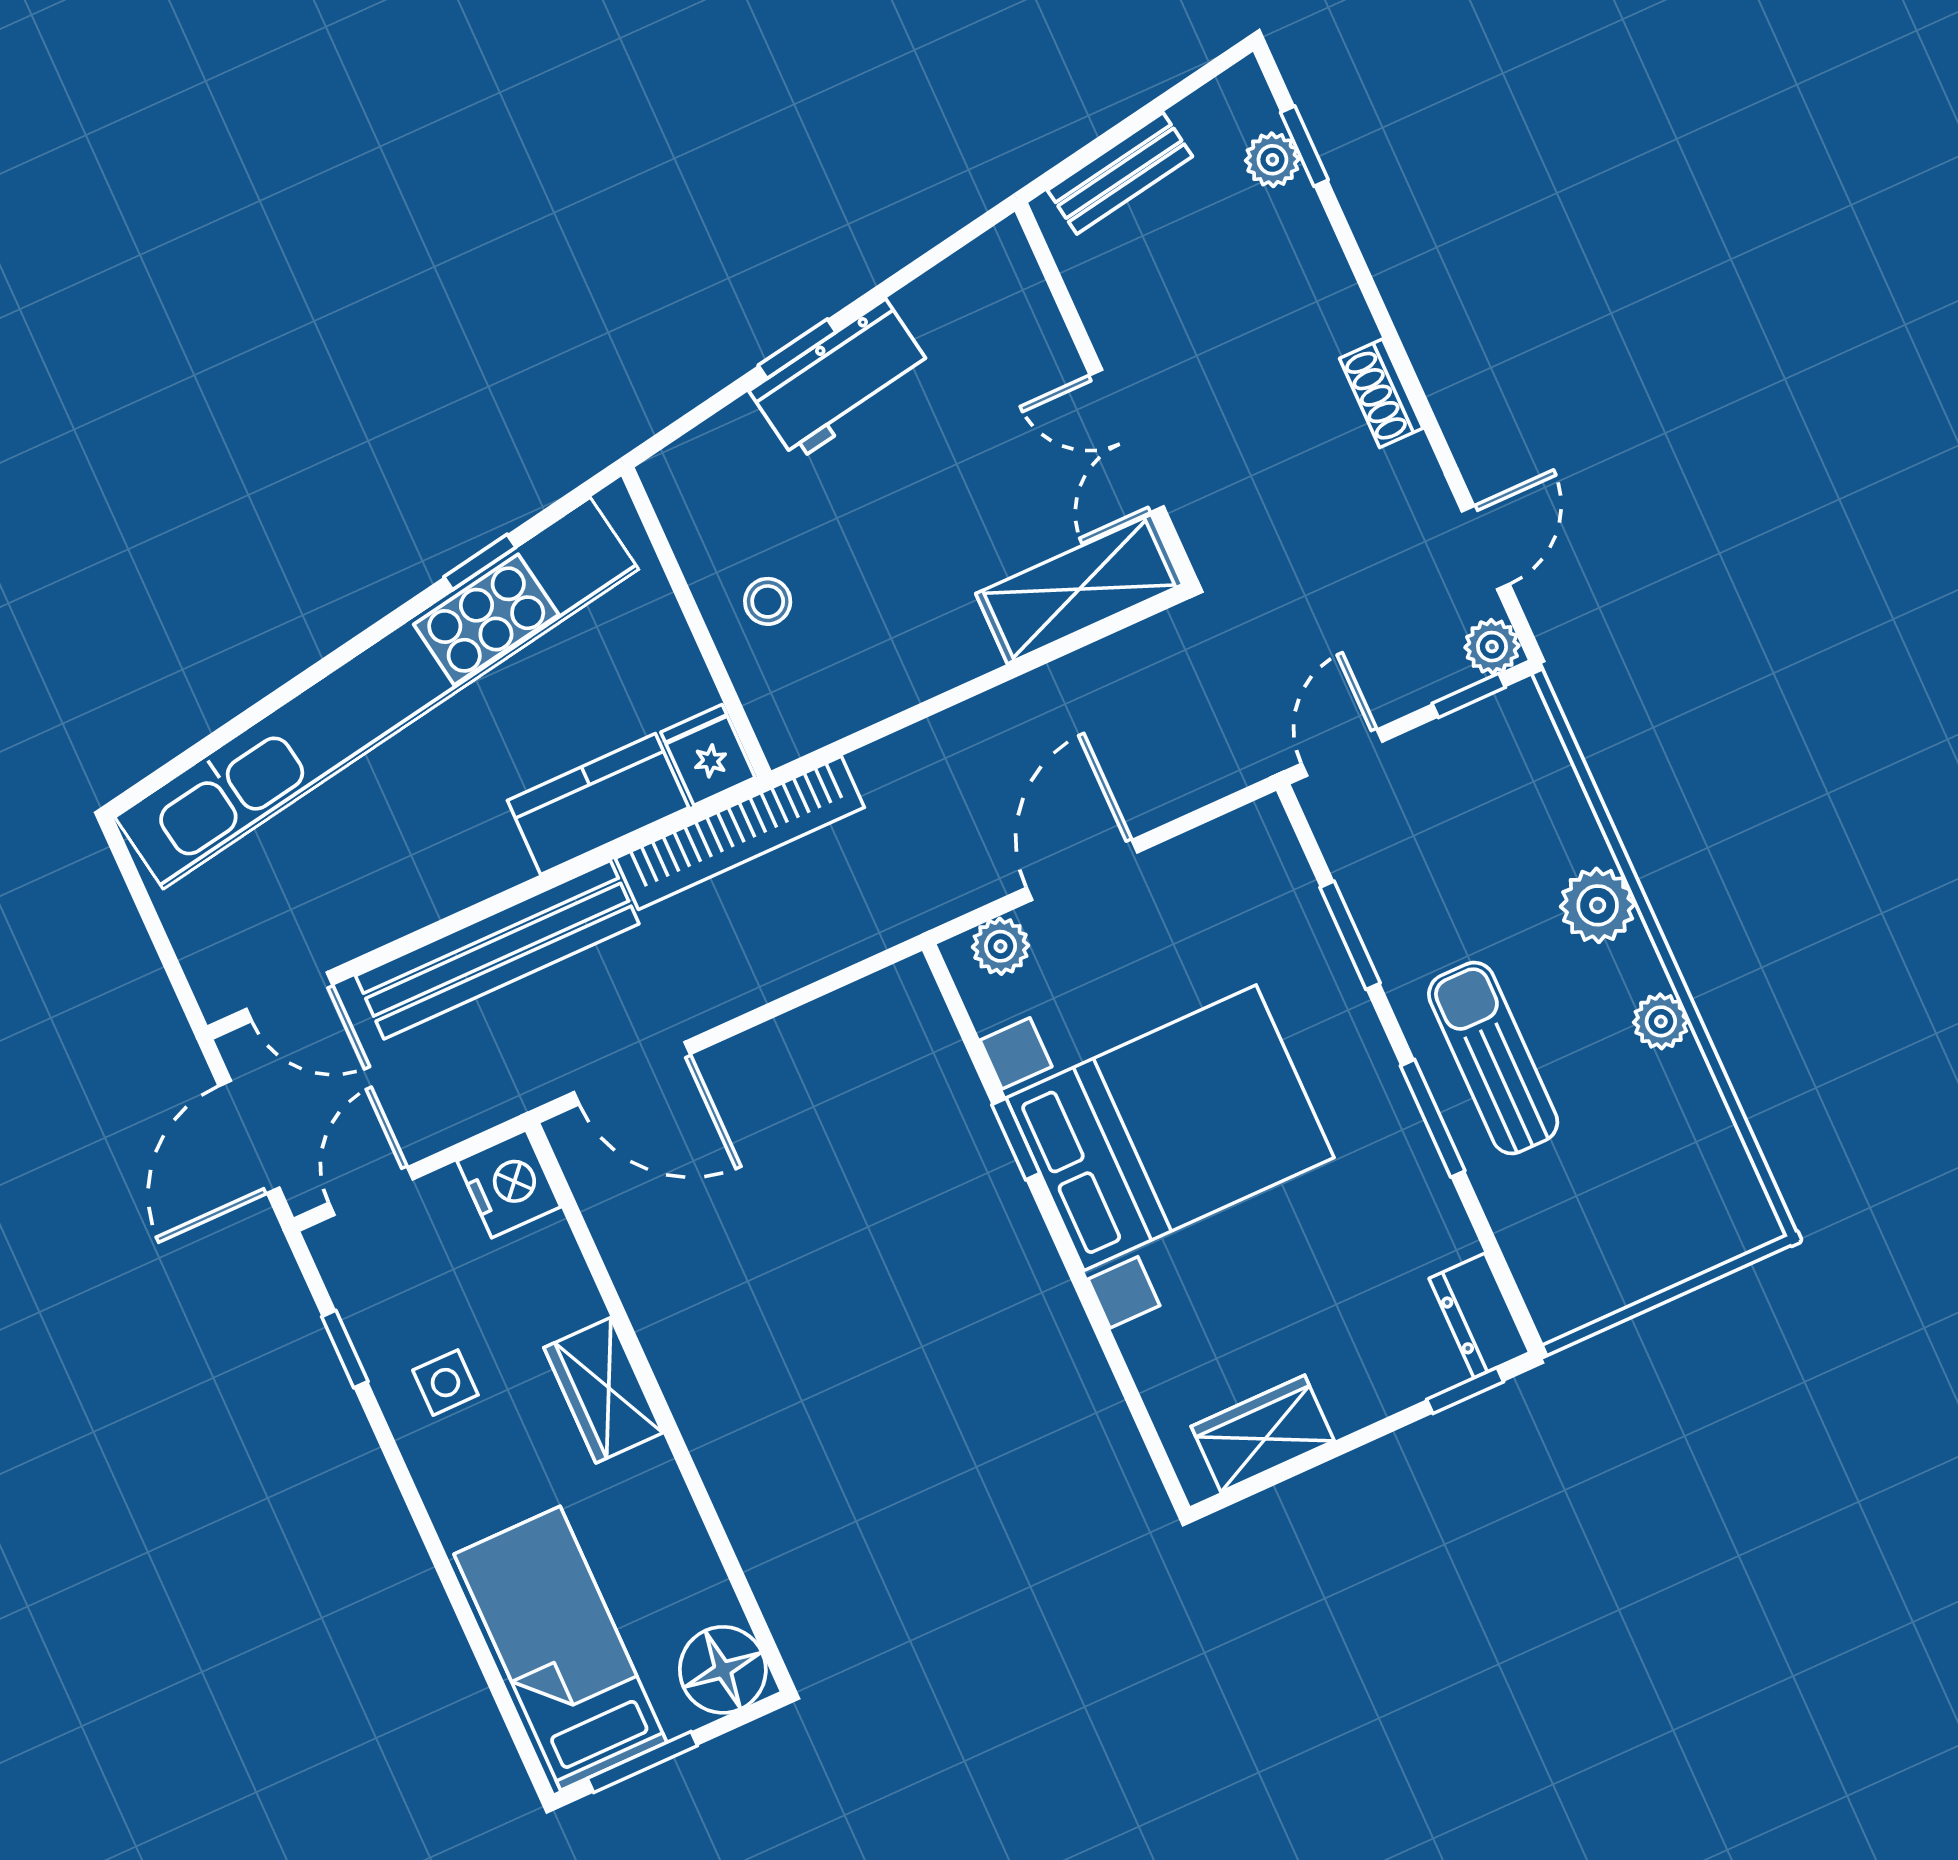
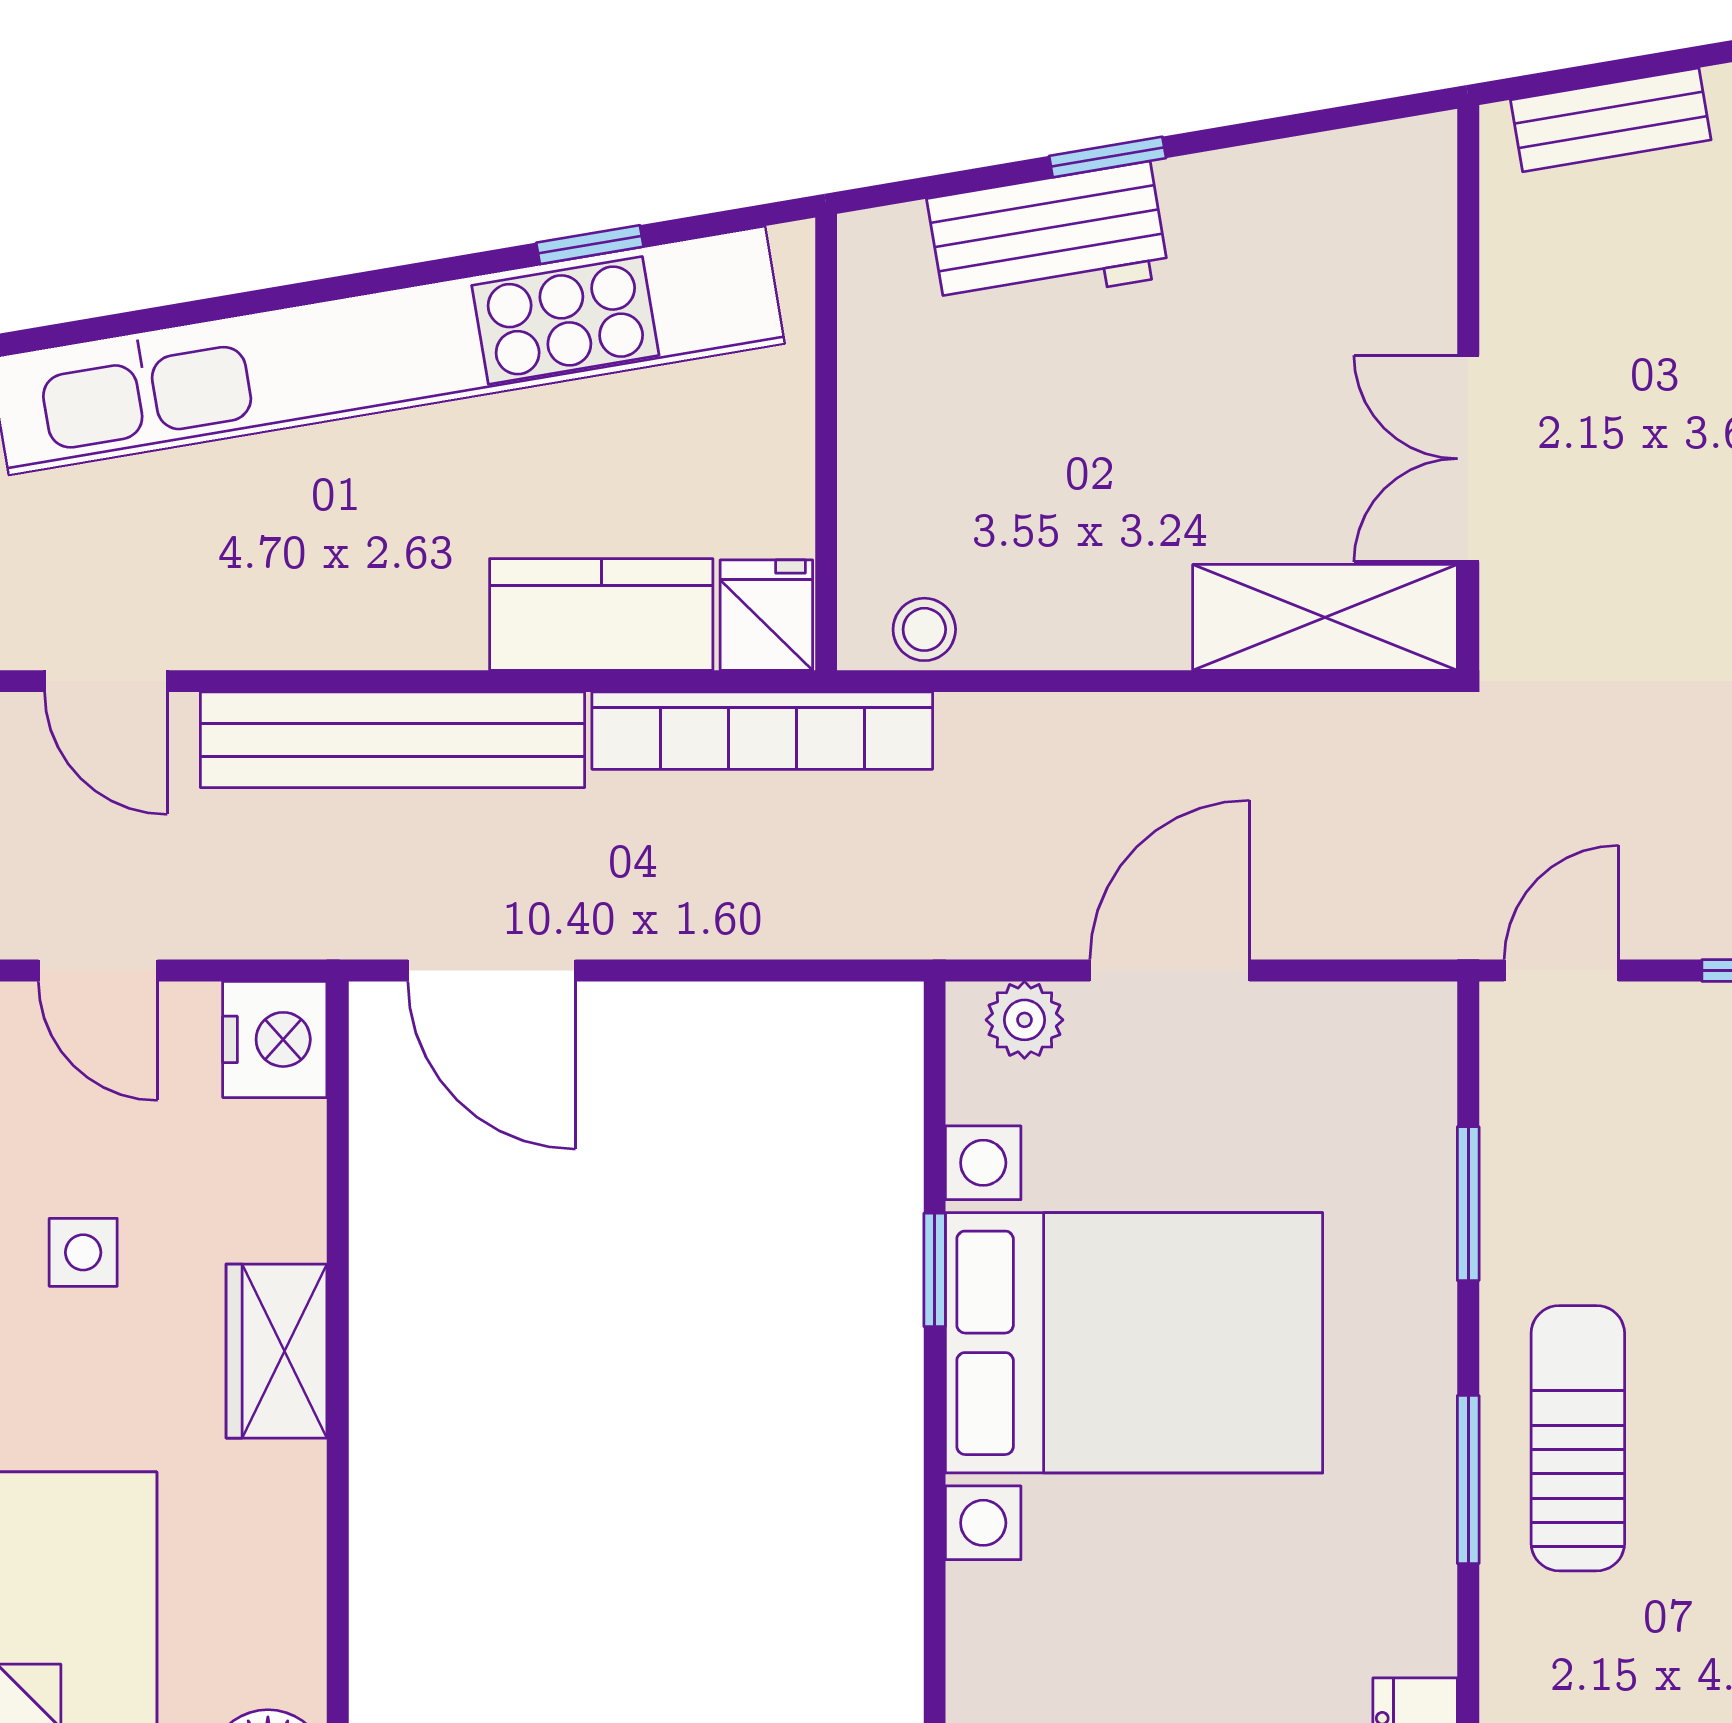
workbench: (841, 380) -> (1048, 237), moved
stool: (768, 601) -> (924, 629), moved
door: (371, 1191) -> (98, 970), swing flipped

